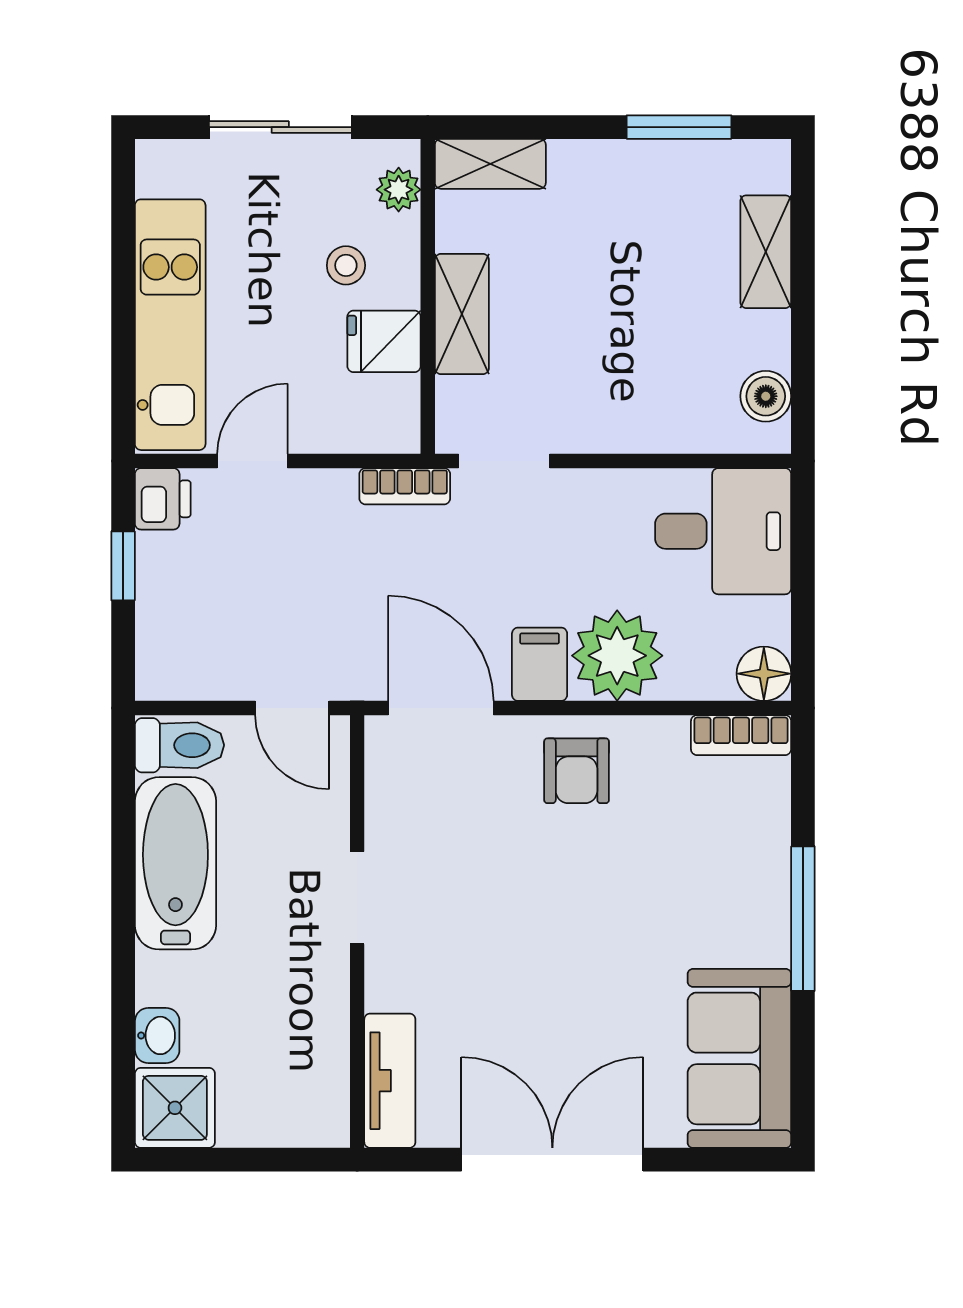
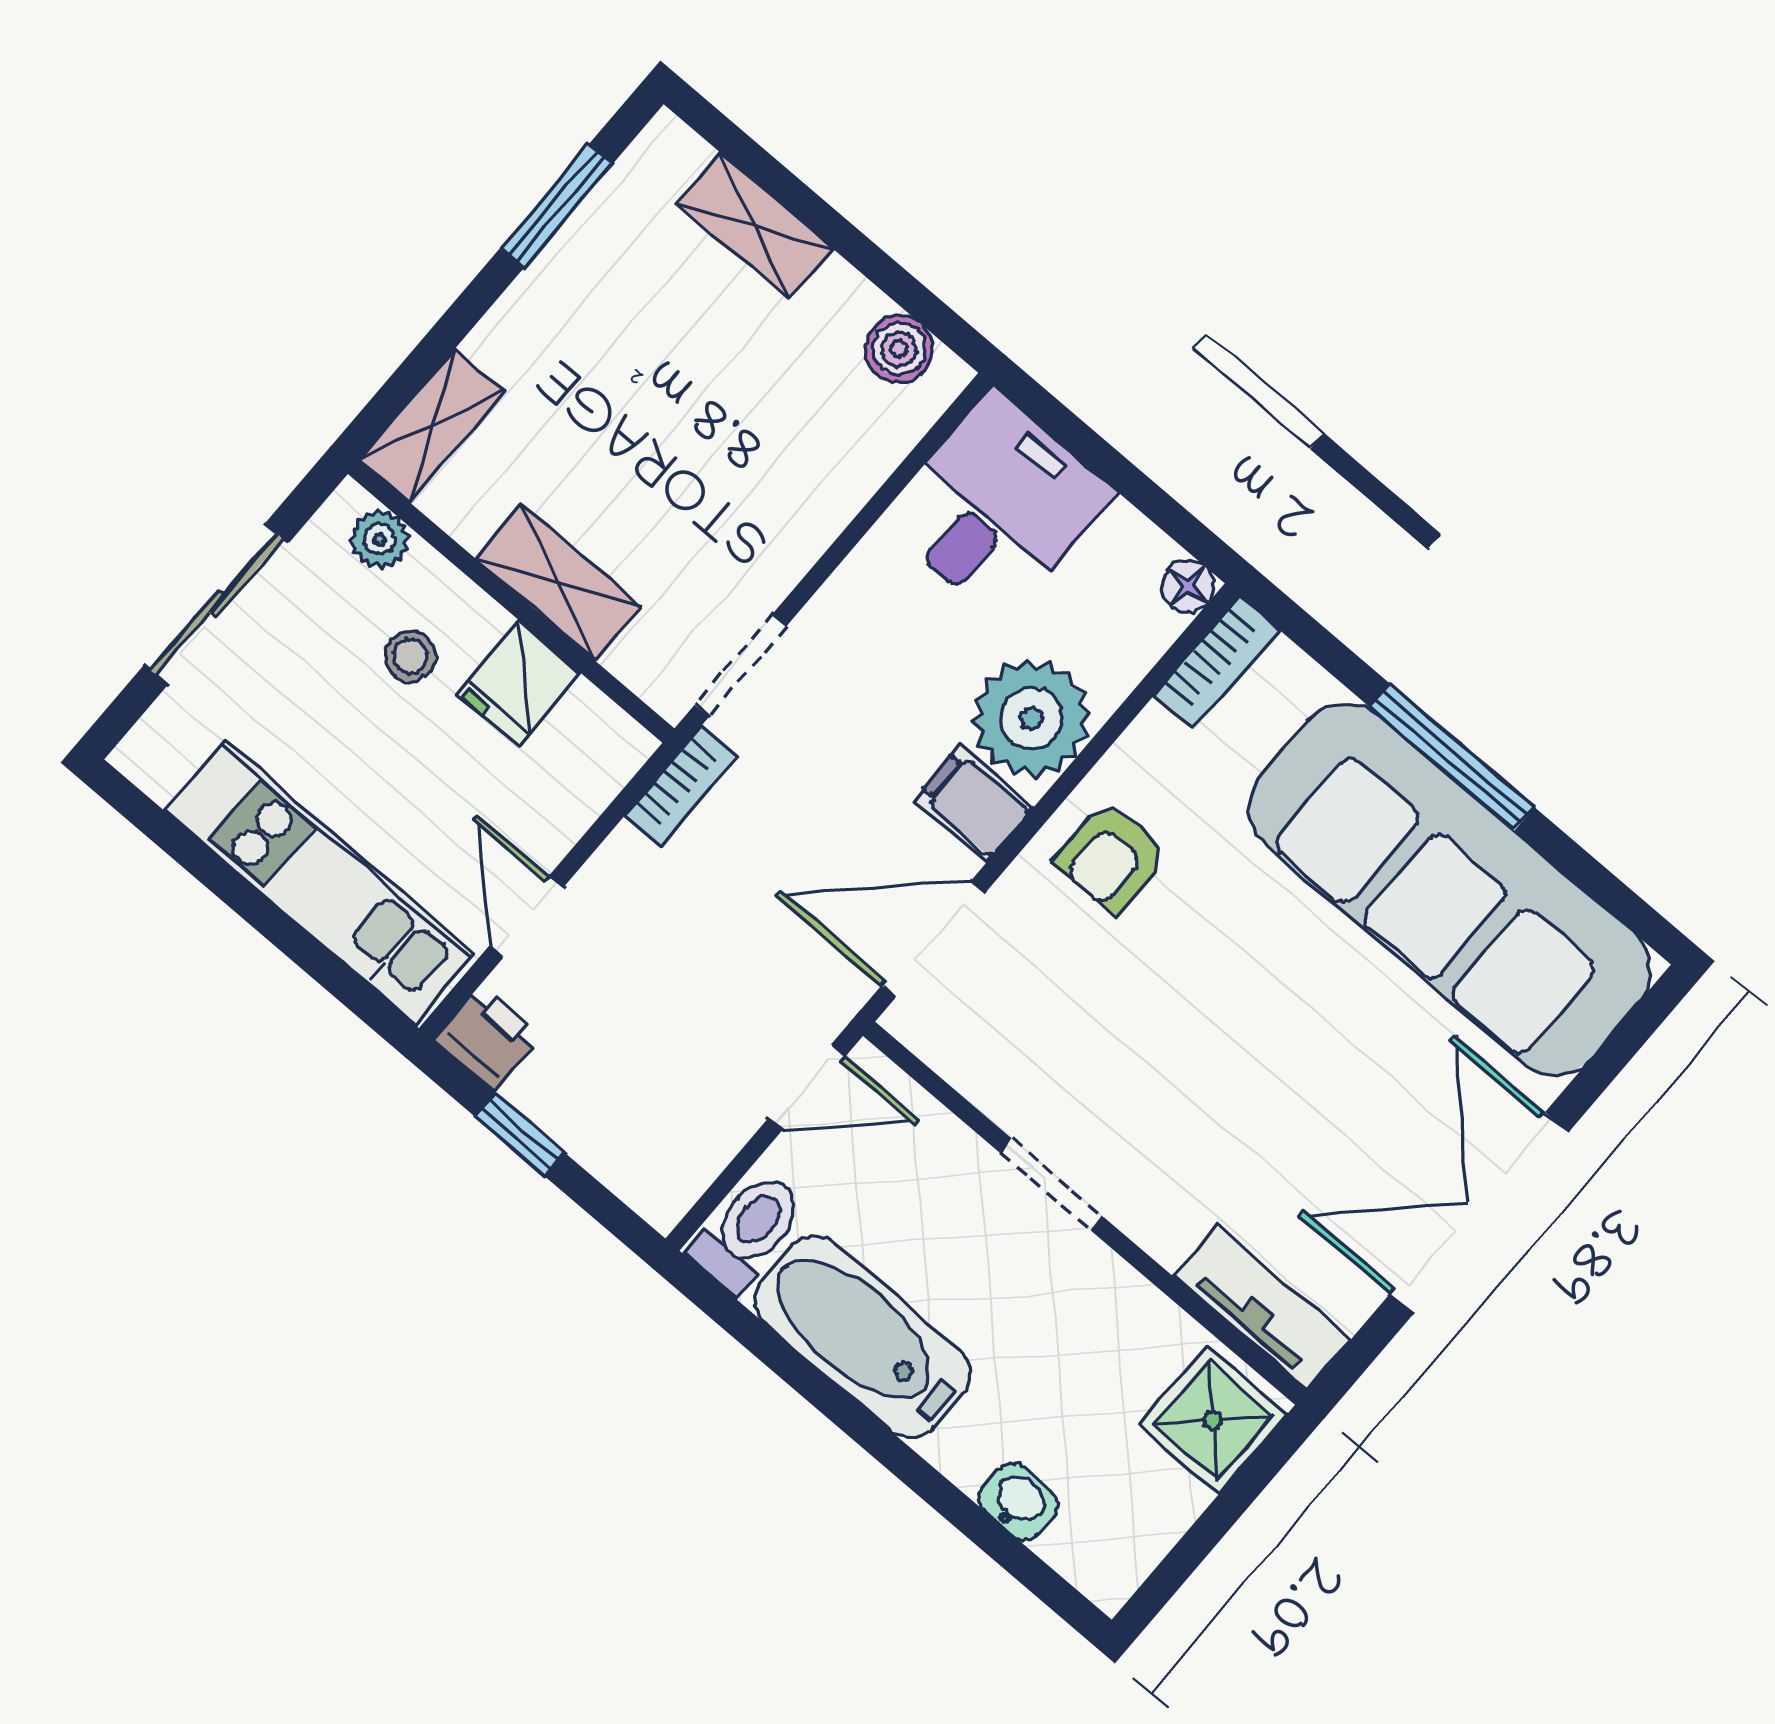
floor lamp: (764, 674) -> (1188, 586), width x0.73, depth x0.73
armchair: (577, 771) -> (1112, 857), turned 90
sofa: (739, 1058) -> (1450, 889), width x1.85, depth x1.27
shower: (175, 1108) -> (1213, 1420), moved

